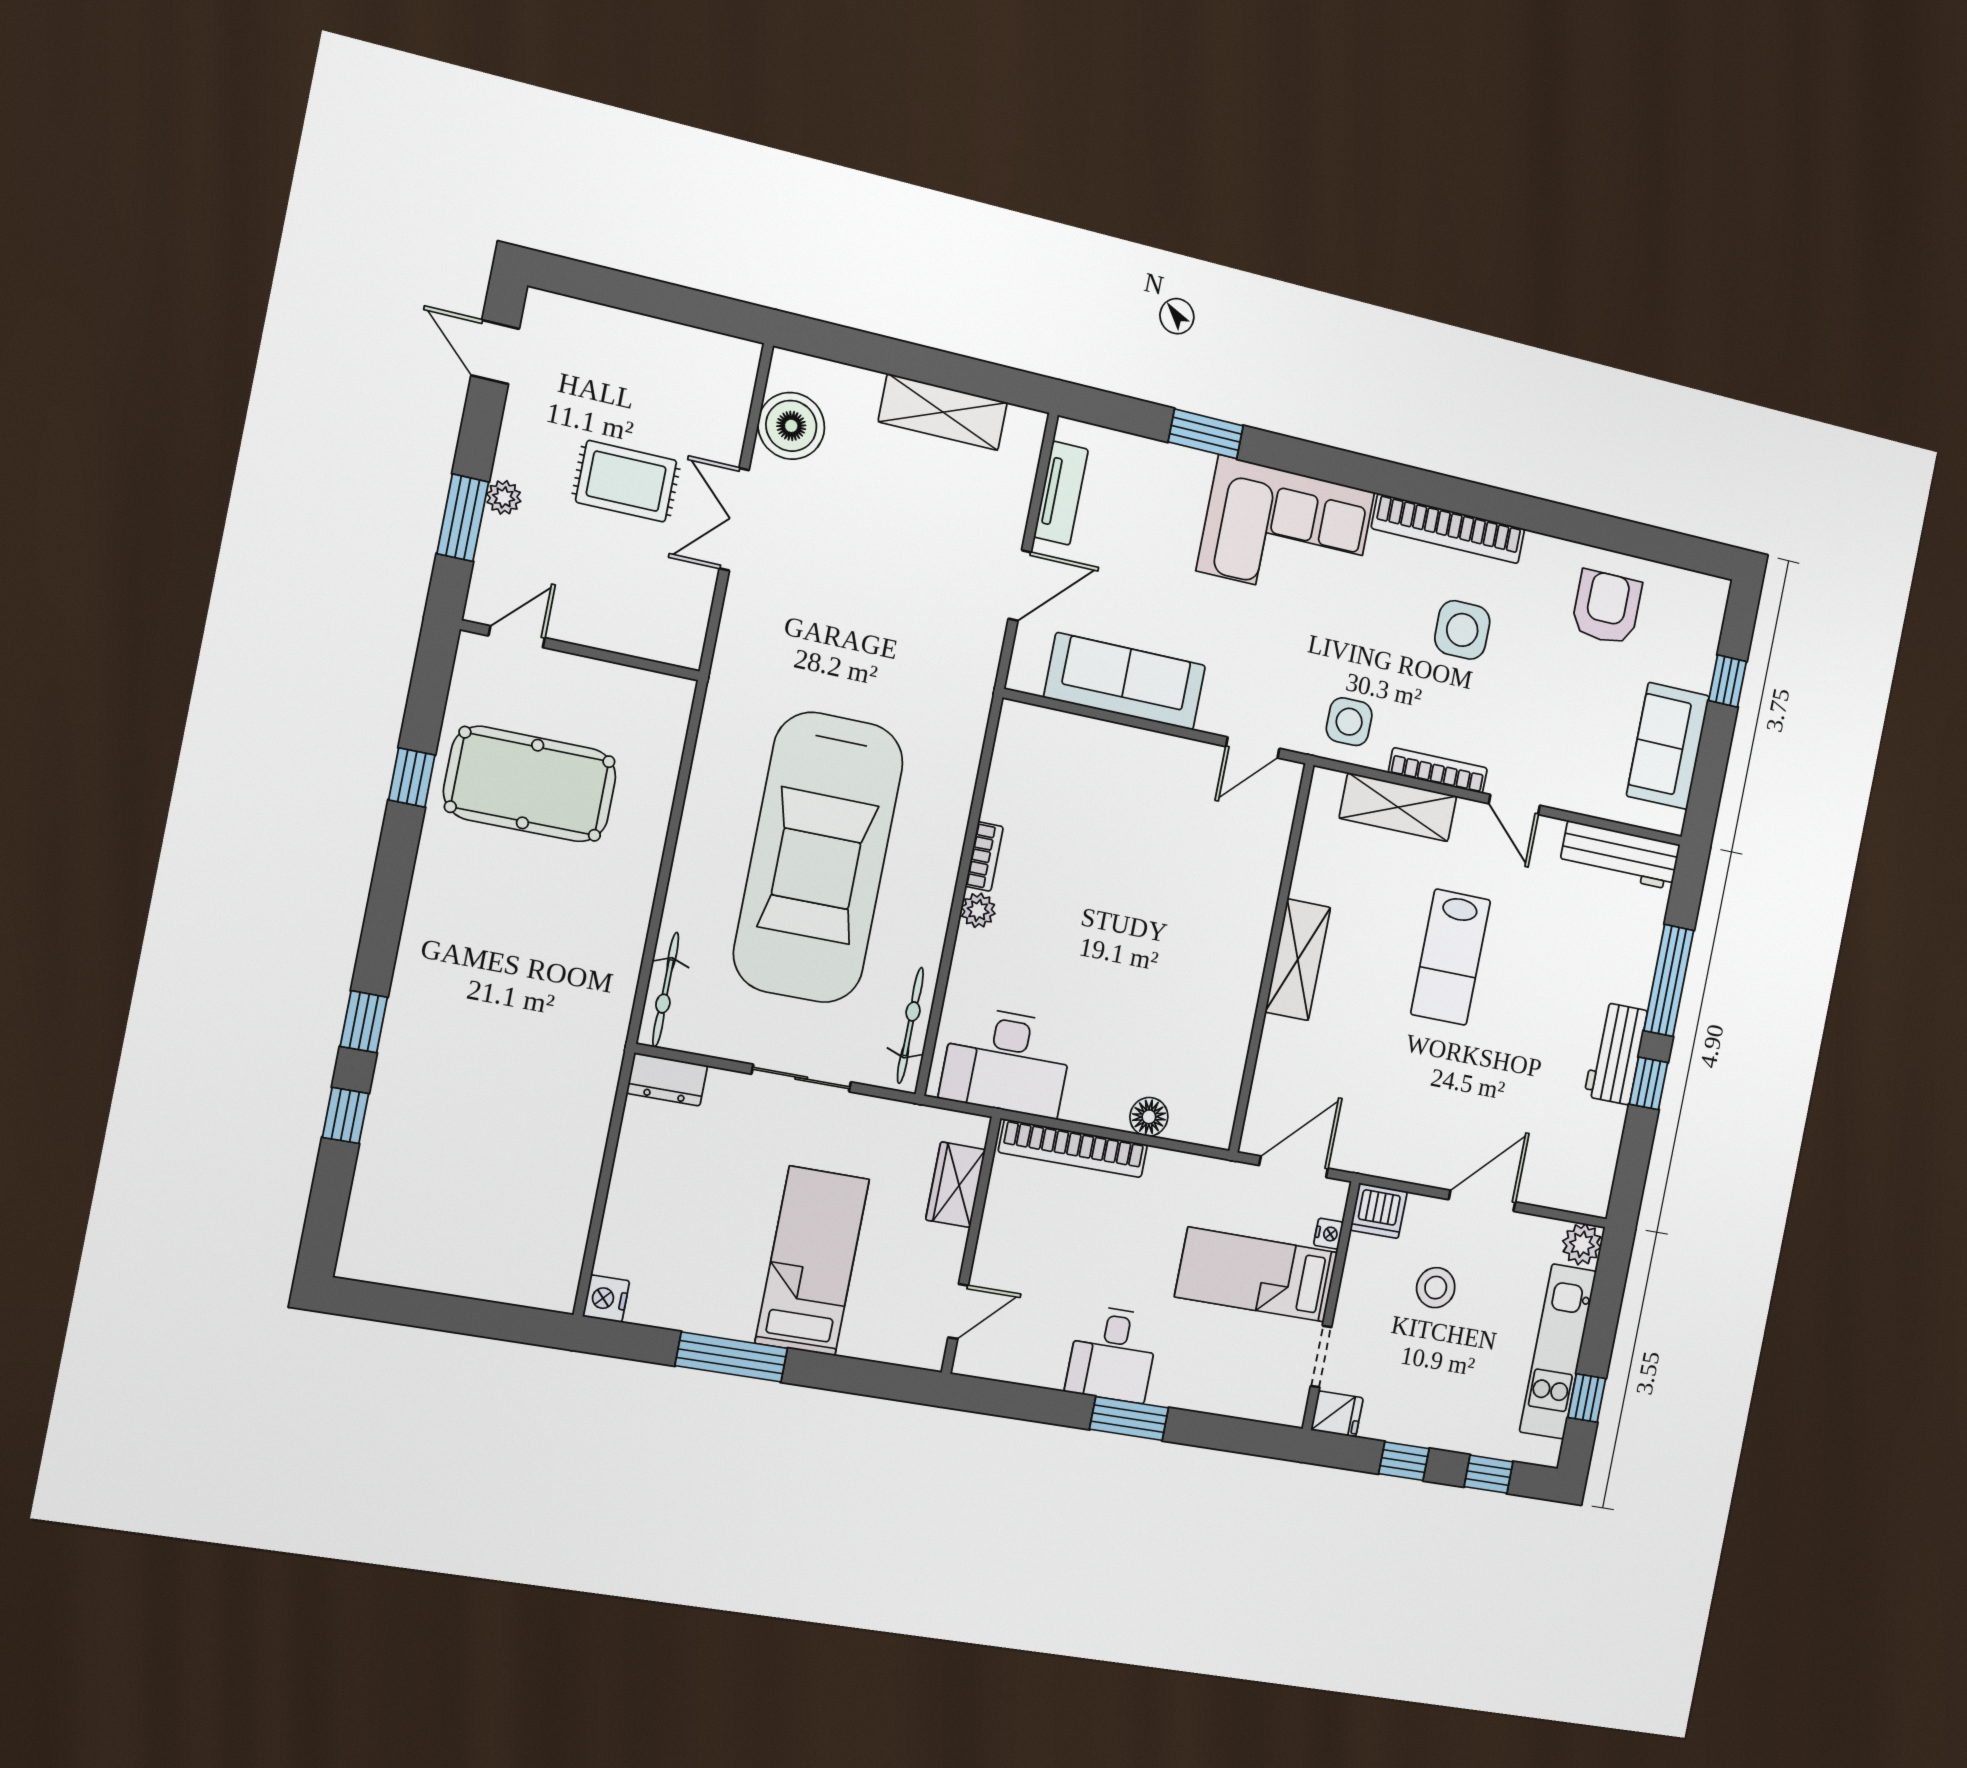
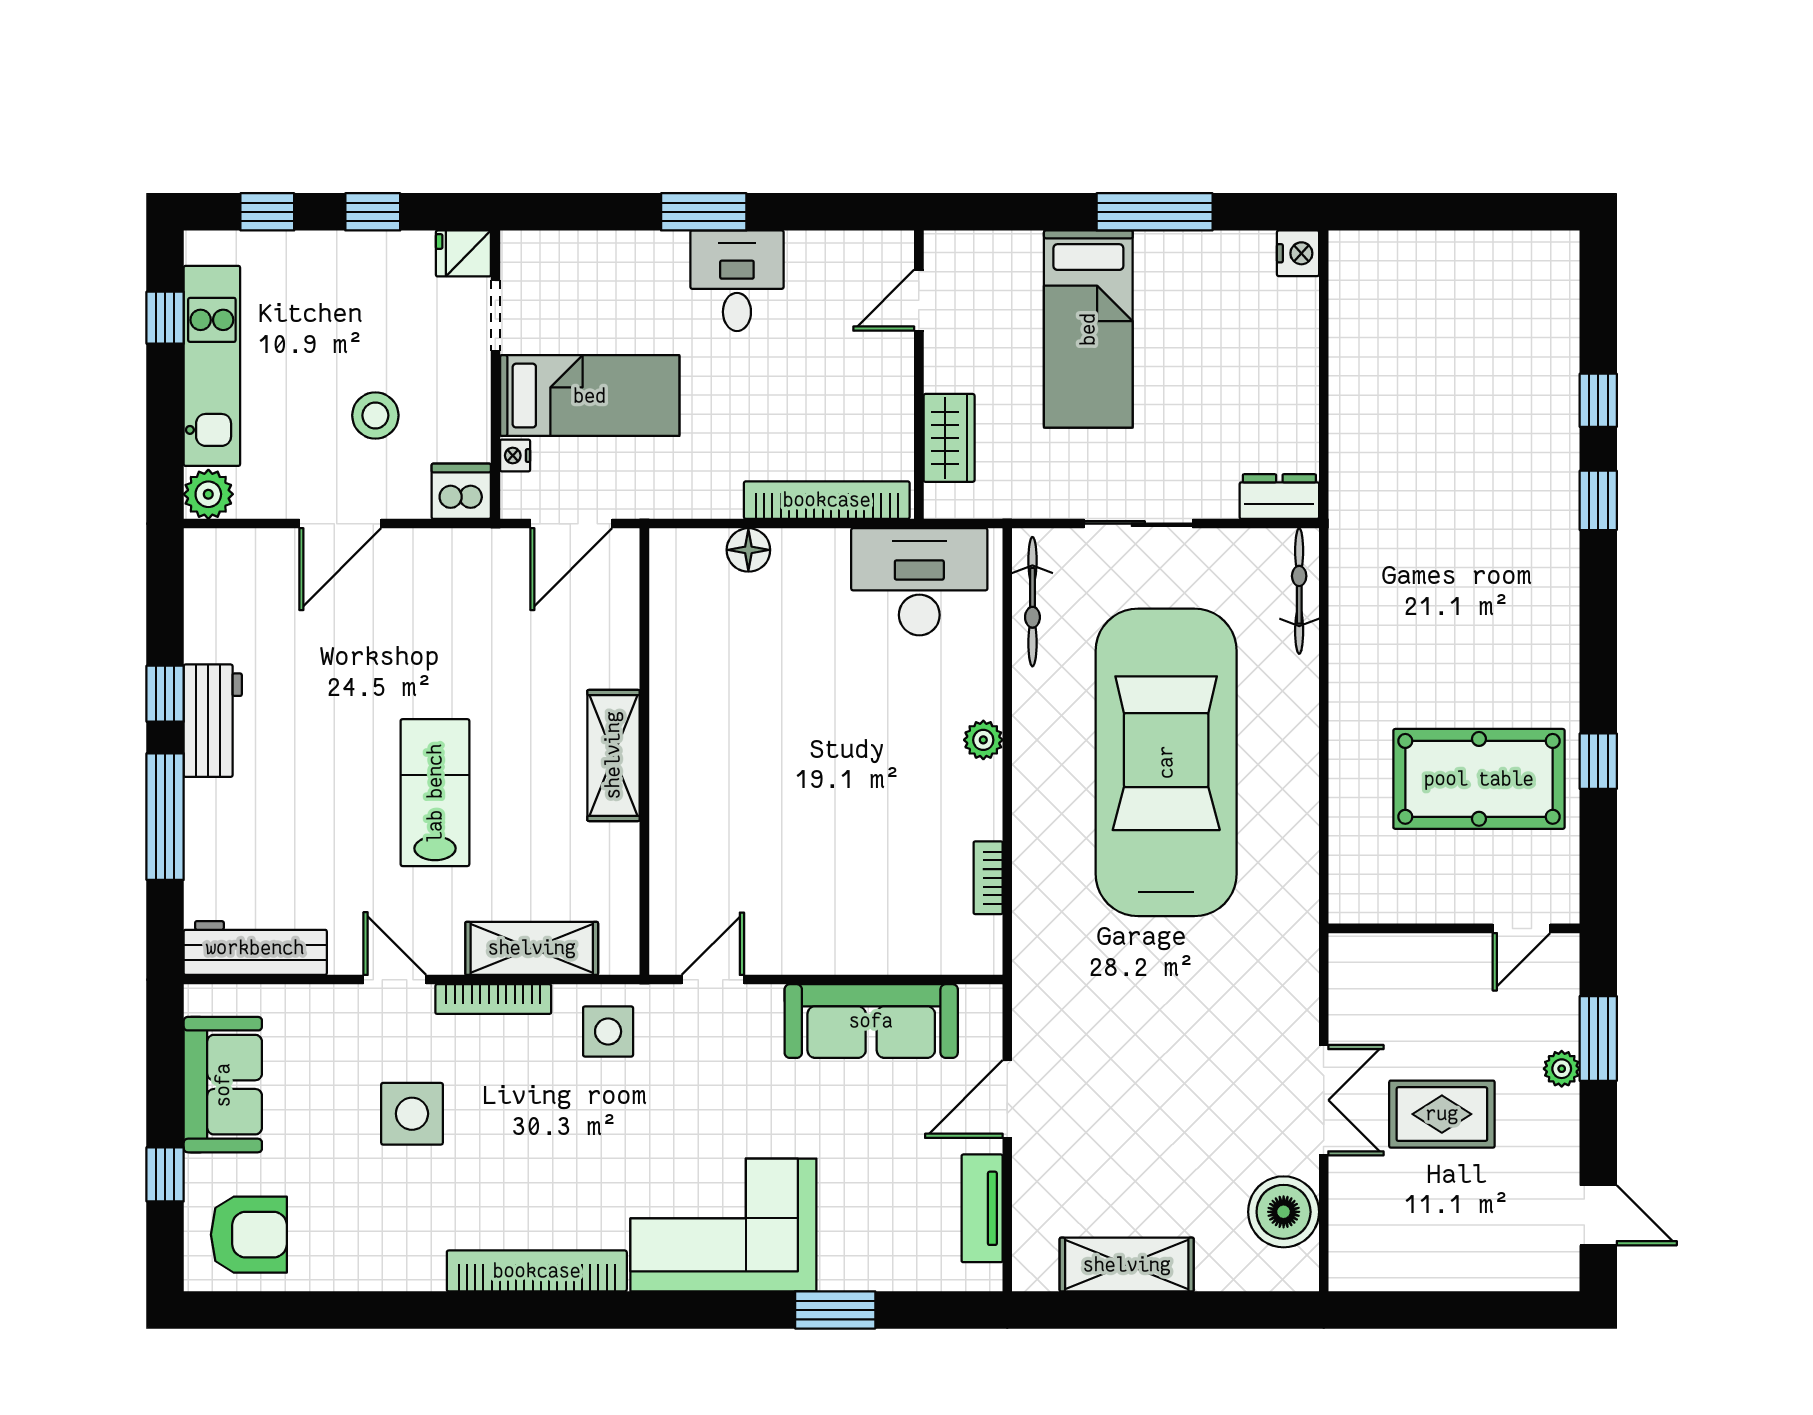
armchair: (1607, 607) -> (249, 1235), moved, turned -90
side table: (1462, 630) -> (412, 1114), moved
bookcase: (984, 856) -> (988, 878), moved

